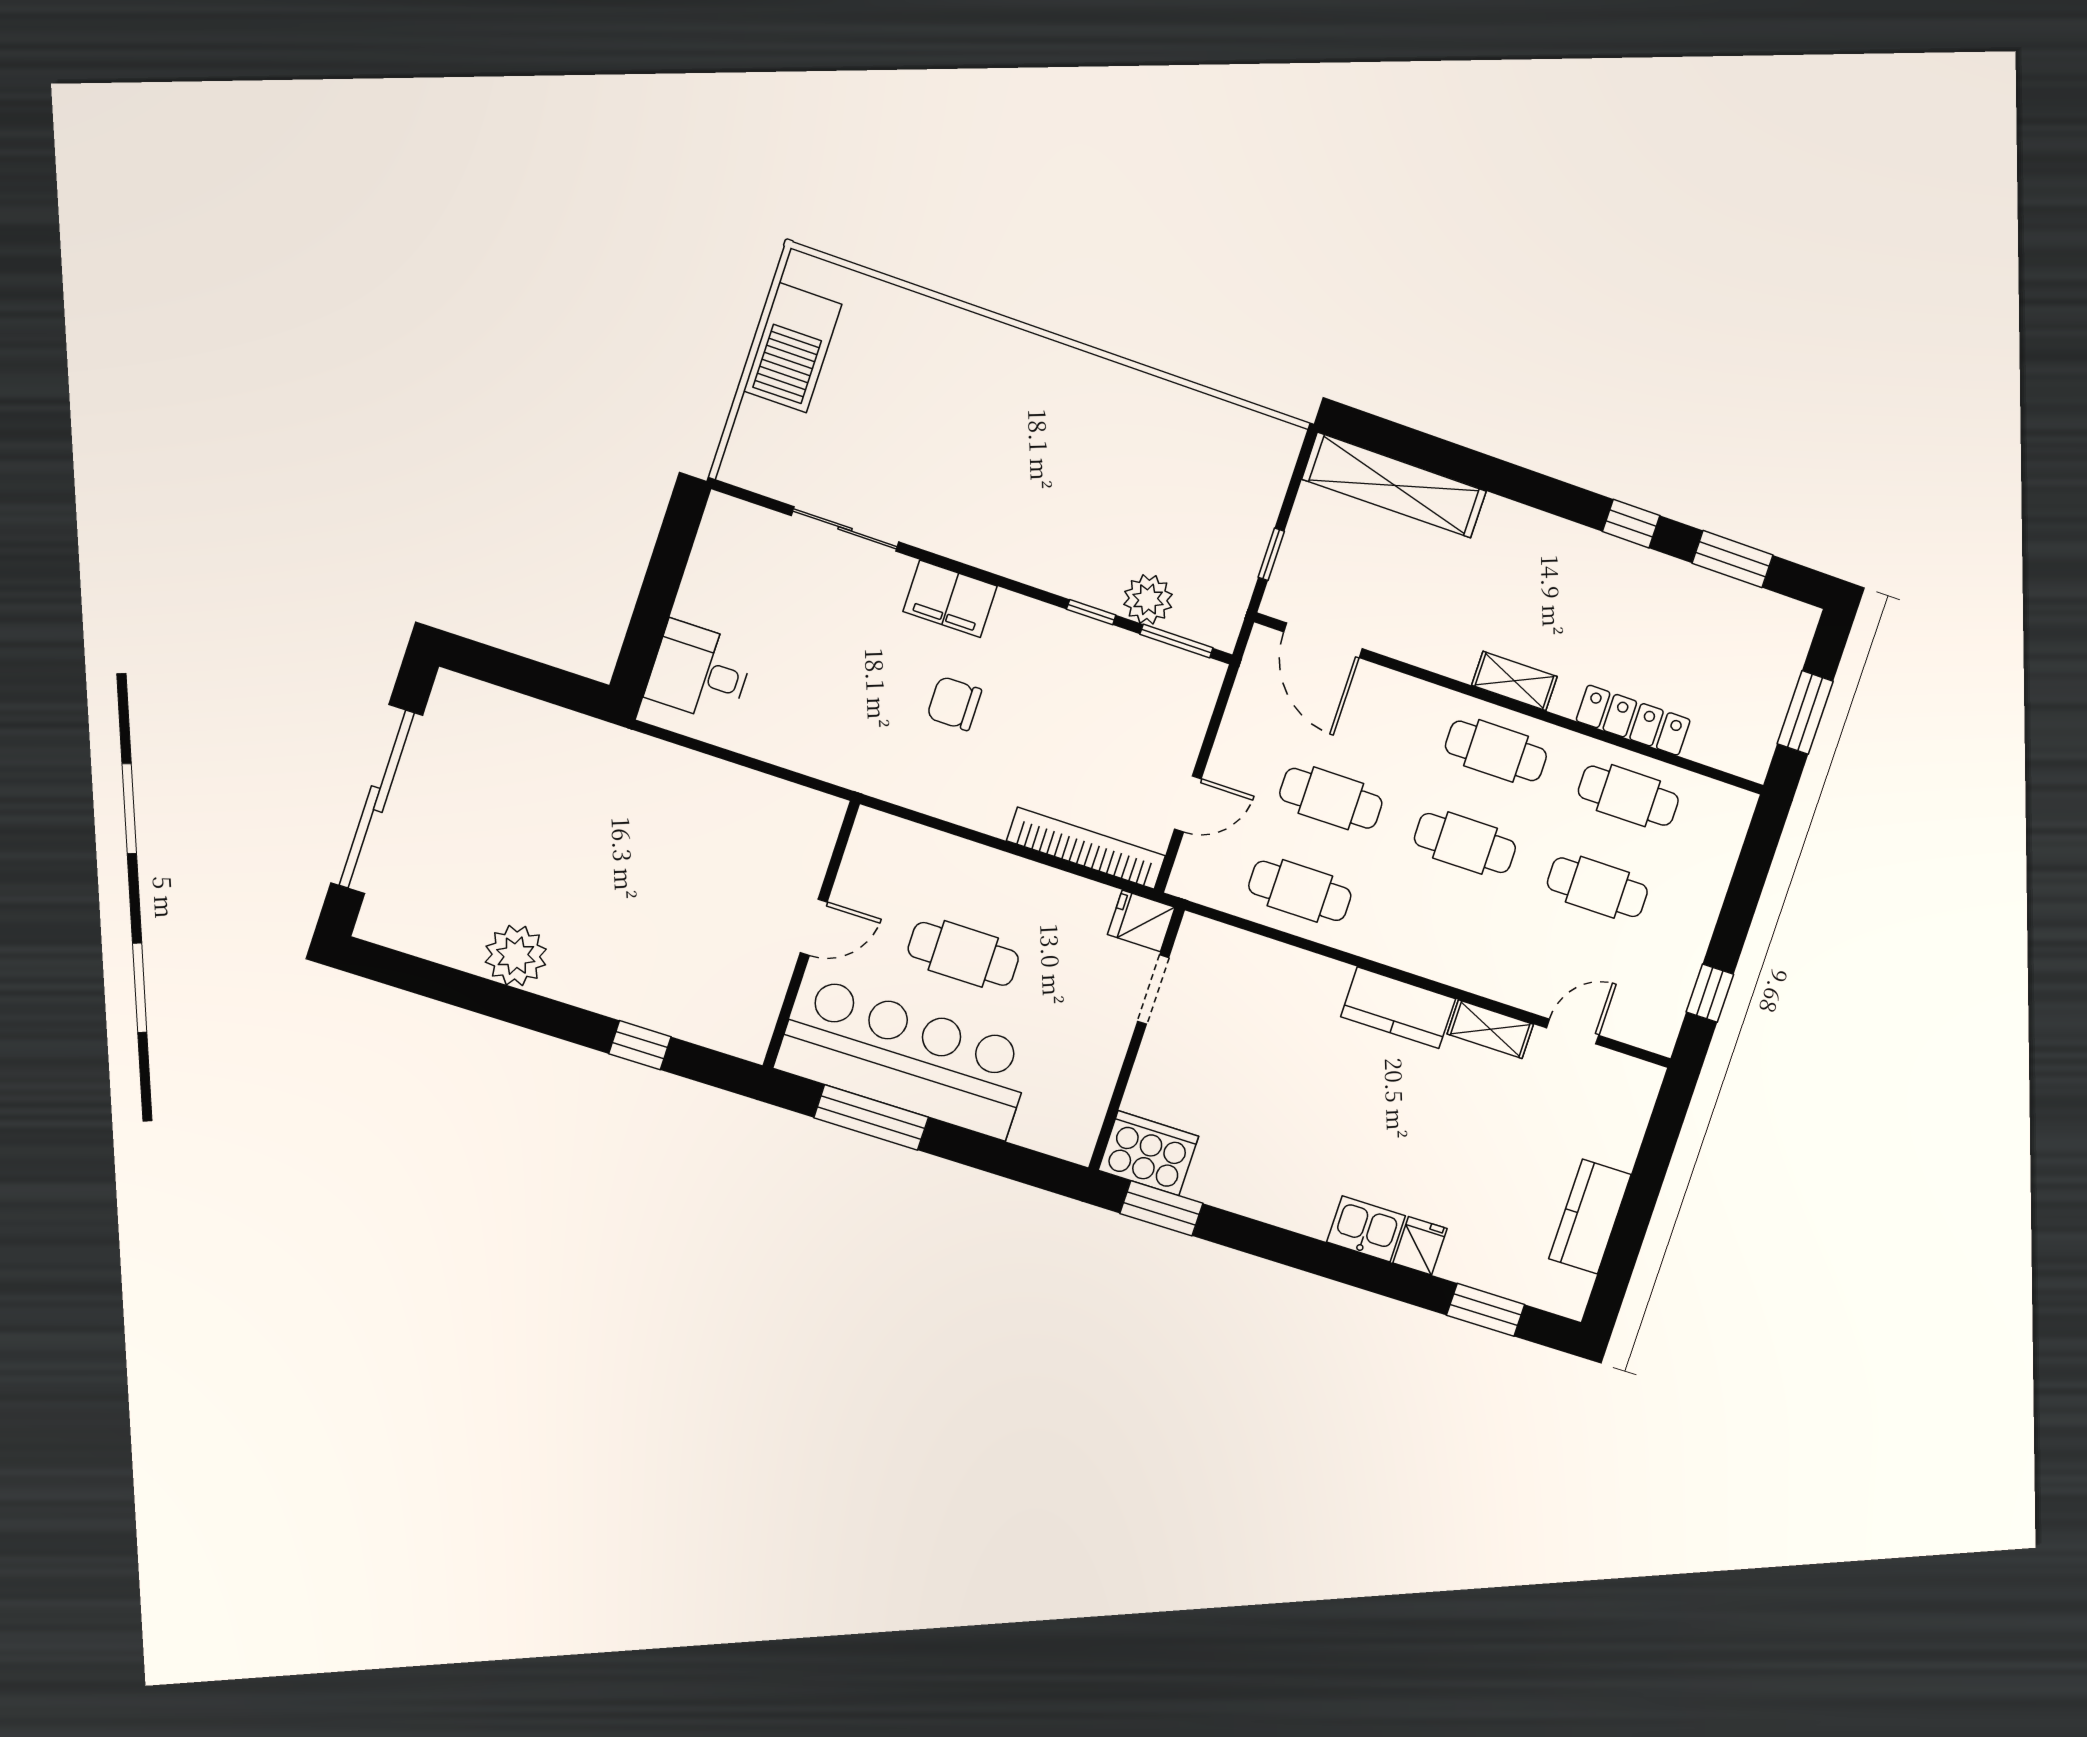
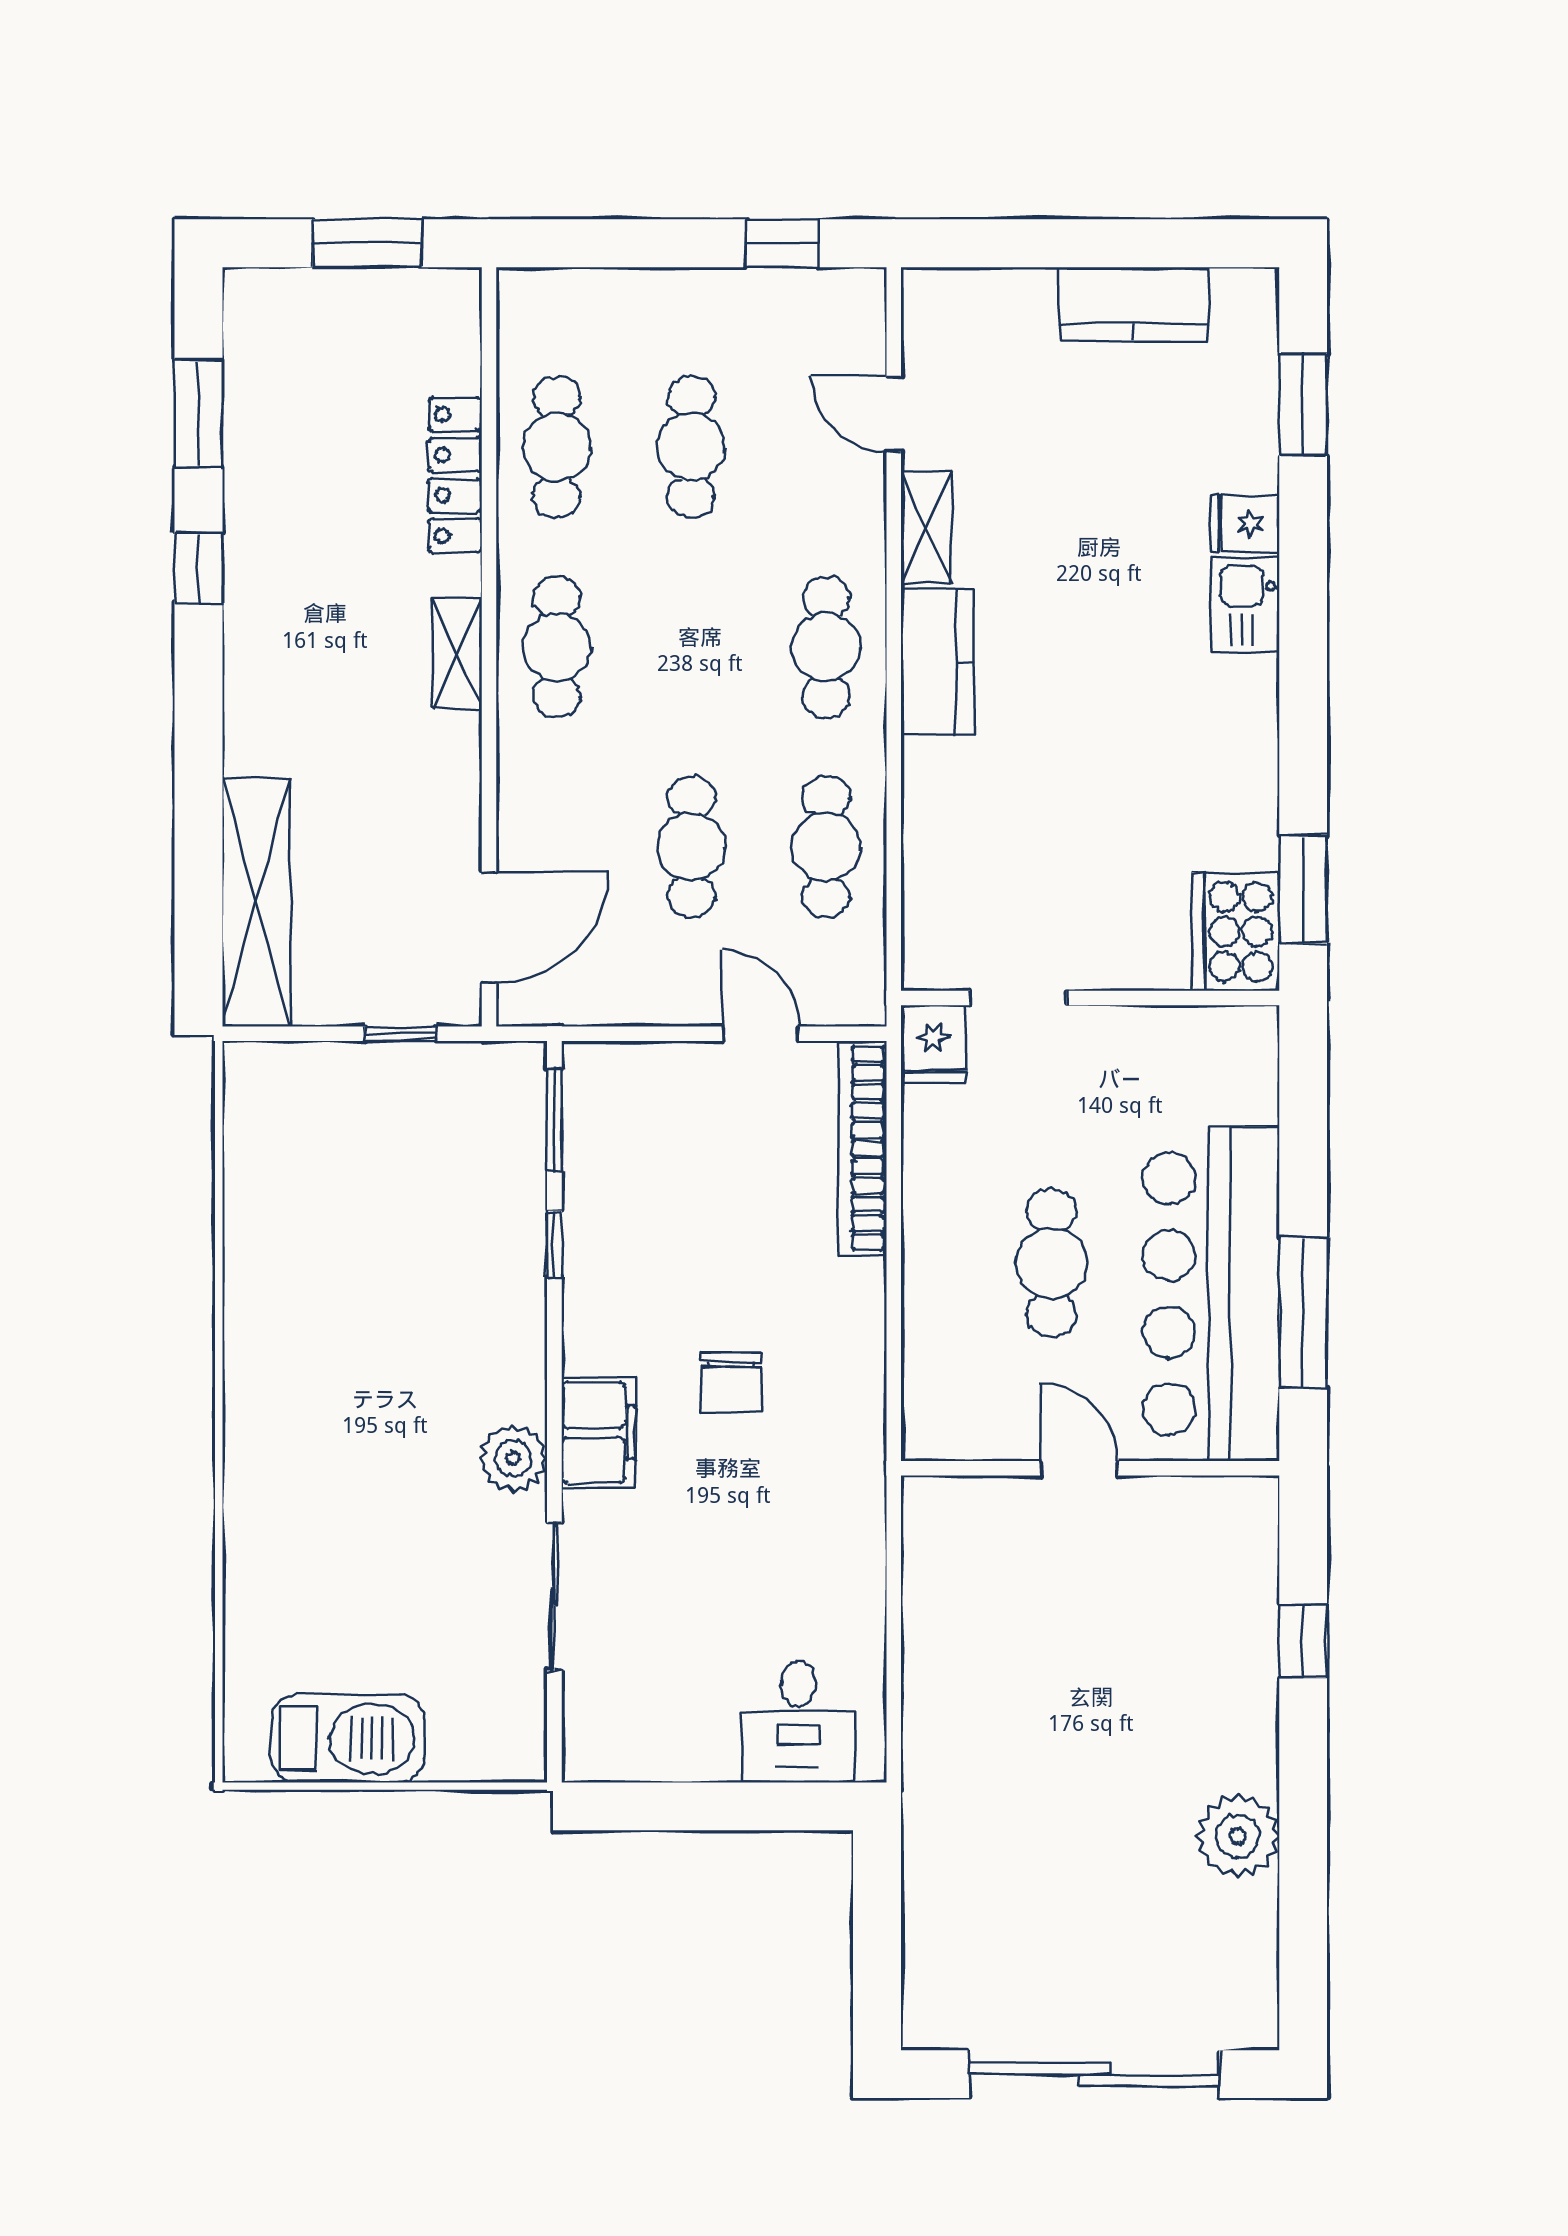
plant: (1148, 599) -> (513, 1458), moved
cafe table: (1465, 843) -> (826, 647), moved

